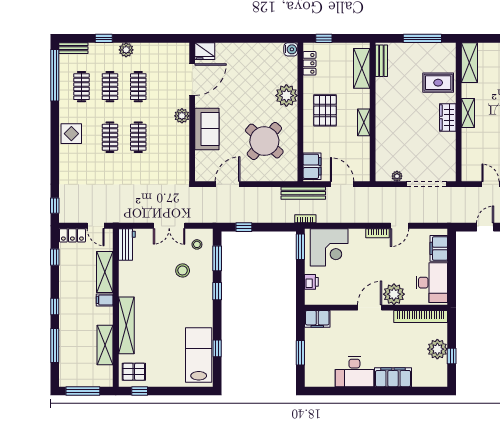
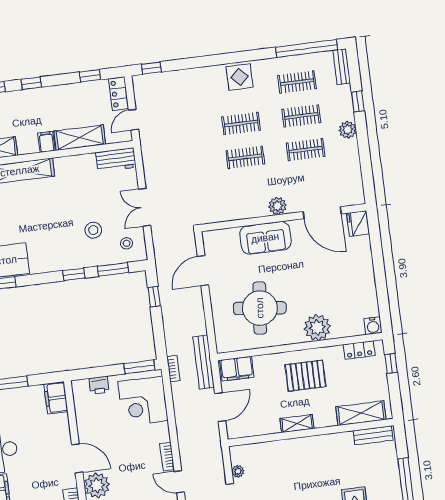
round table: (264, 141) -> (260, 308), turned -35
door: (228, 184) -> (203, 271), swing flipped

